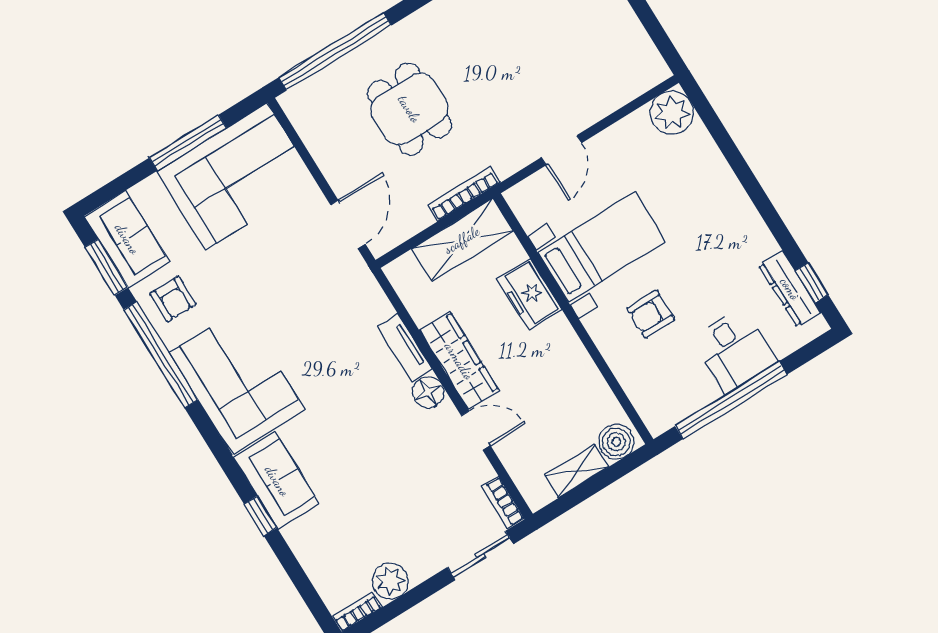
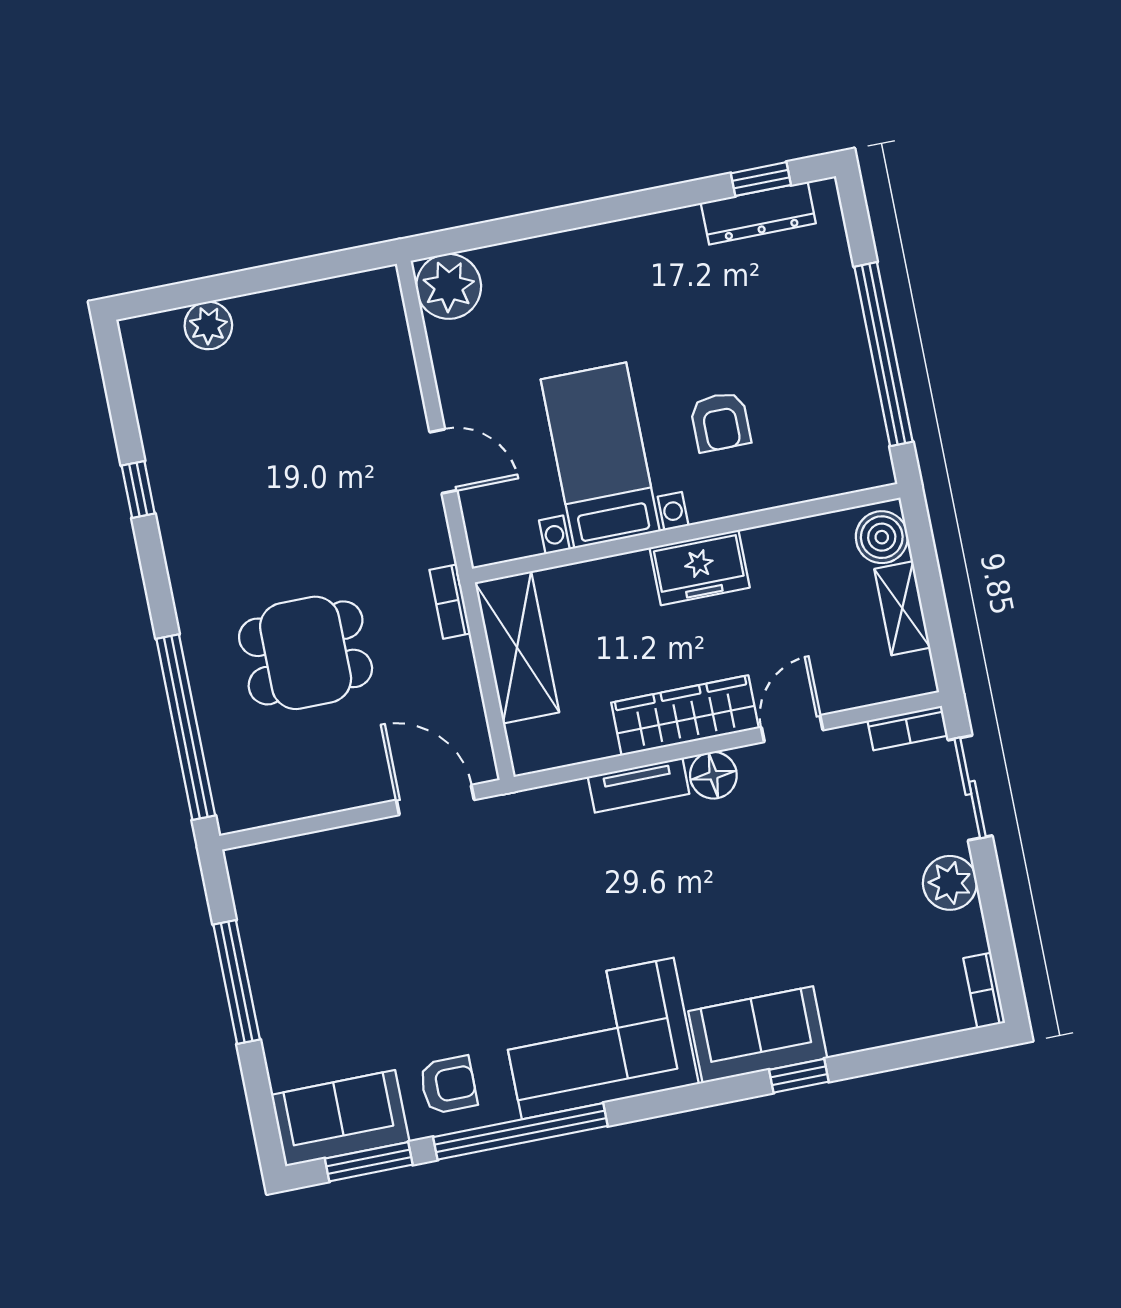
corner sofa: (236, 176) -> (309, 932), removed
bookcase: (464, 194) -> (450, 602), width x0.64
freezer: (529, 294) -> (700, 568), moved
desk: (734, 350) -> (815, 324), removed
plant: (390, 581) -> (950, 883), moved

